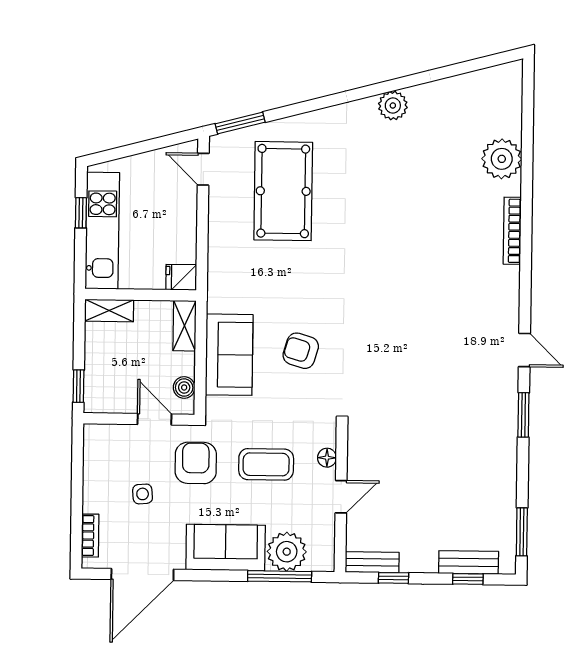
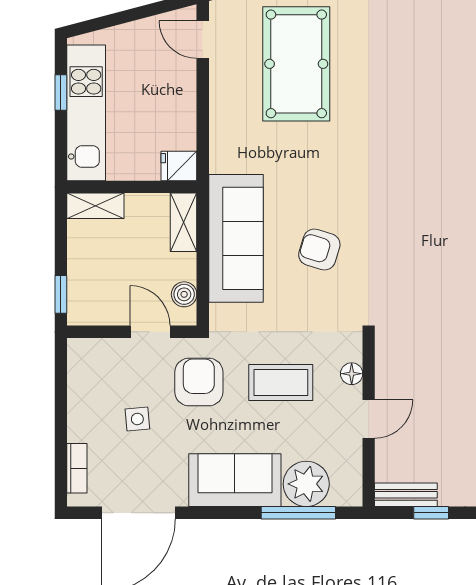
sofa: (229, 355) -> (236, 238), width x1.36

